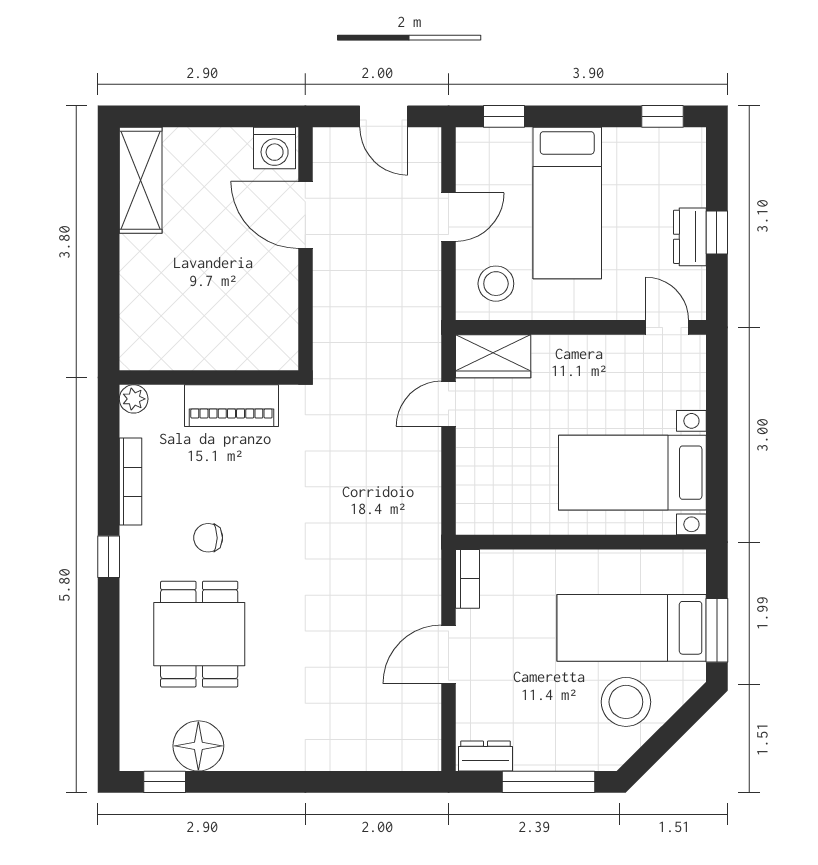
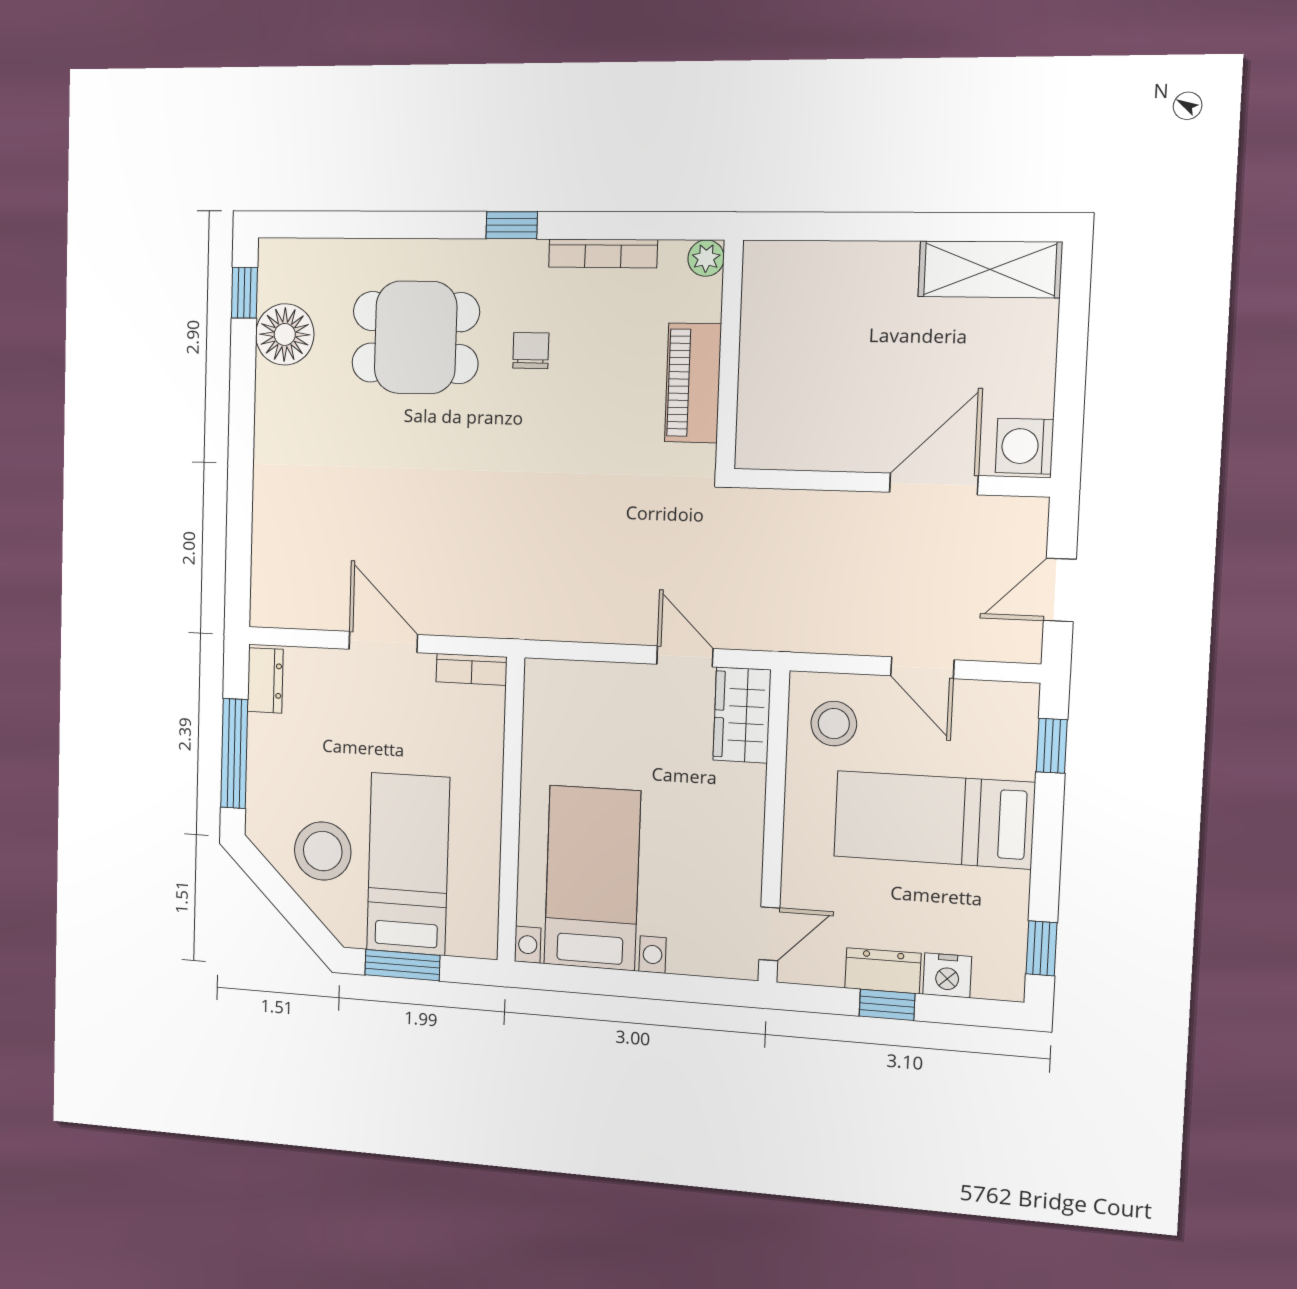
nightstand: (690, 187) -> (947, 975), added

